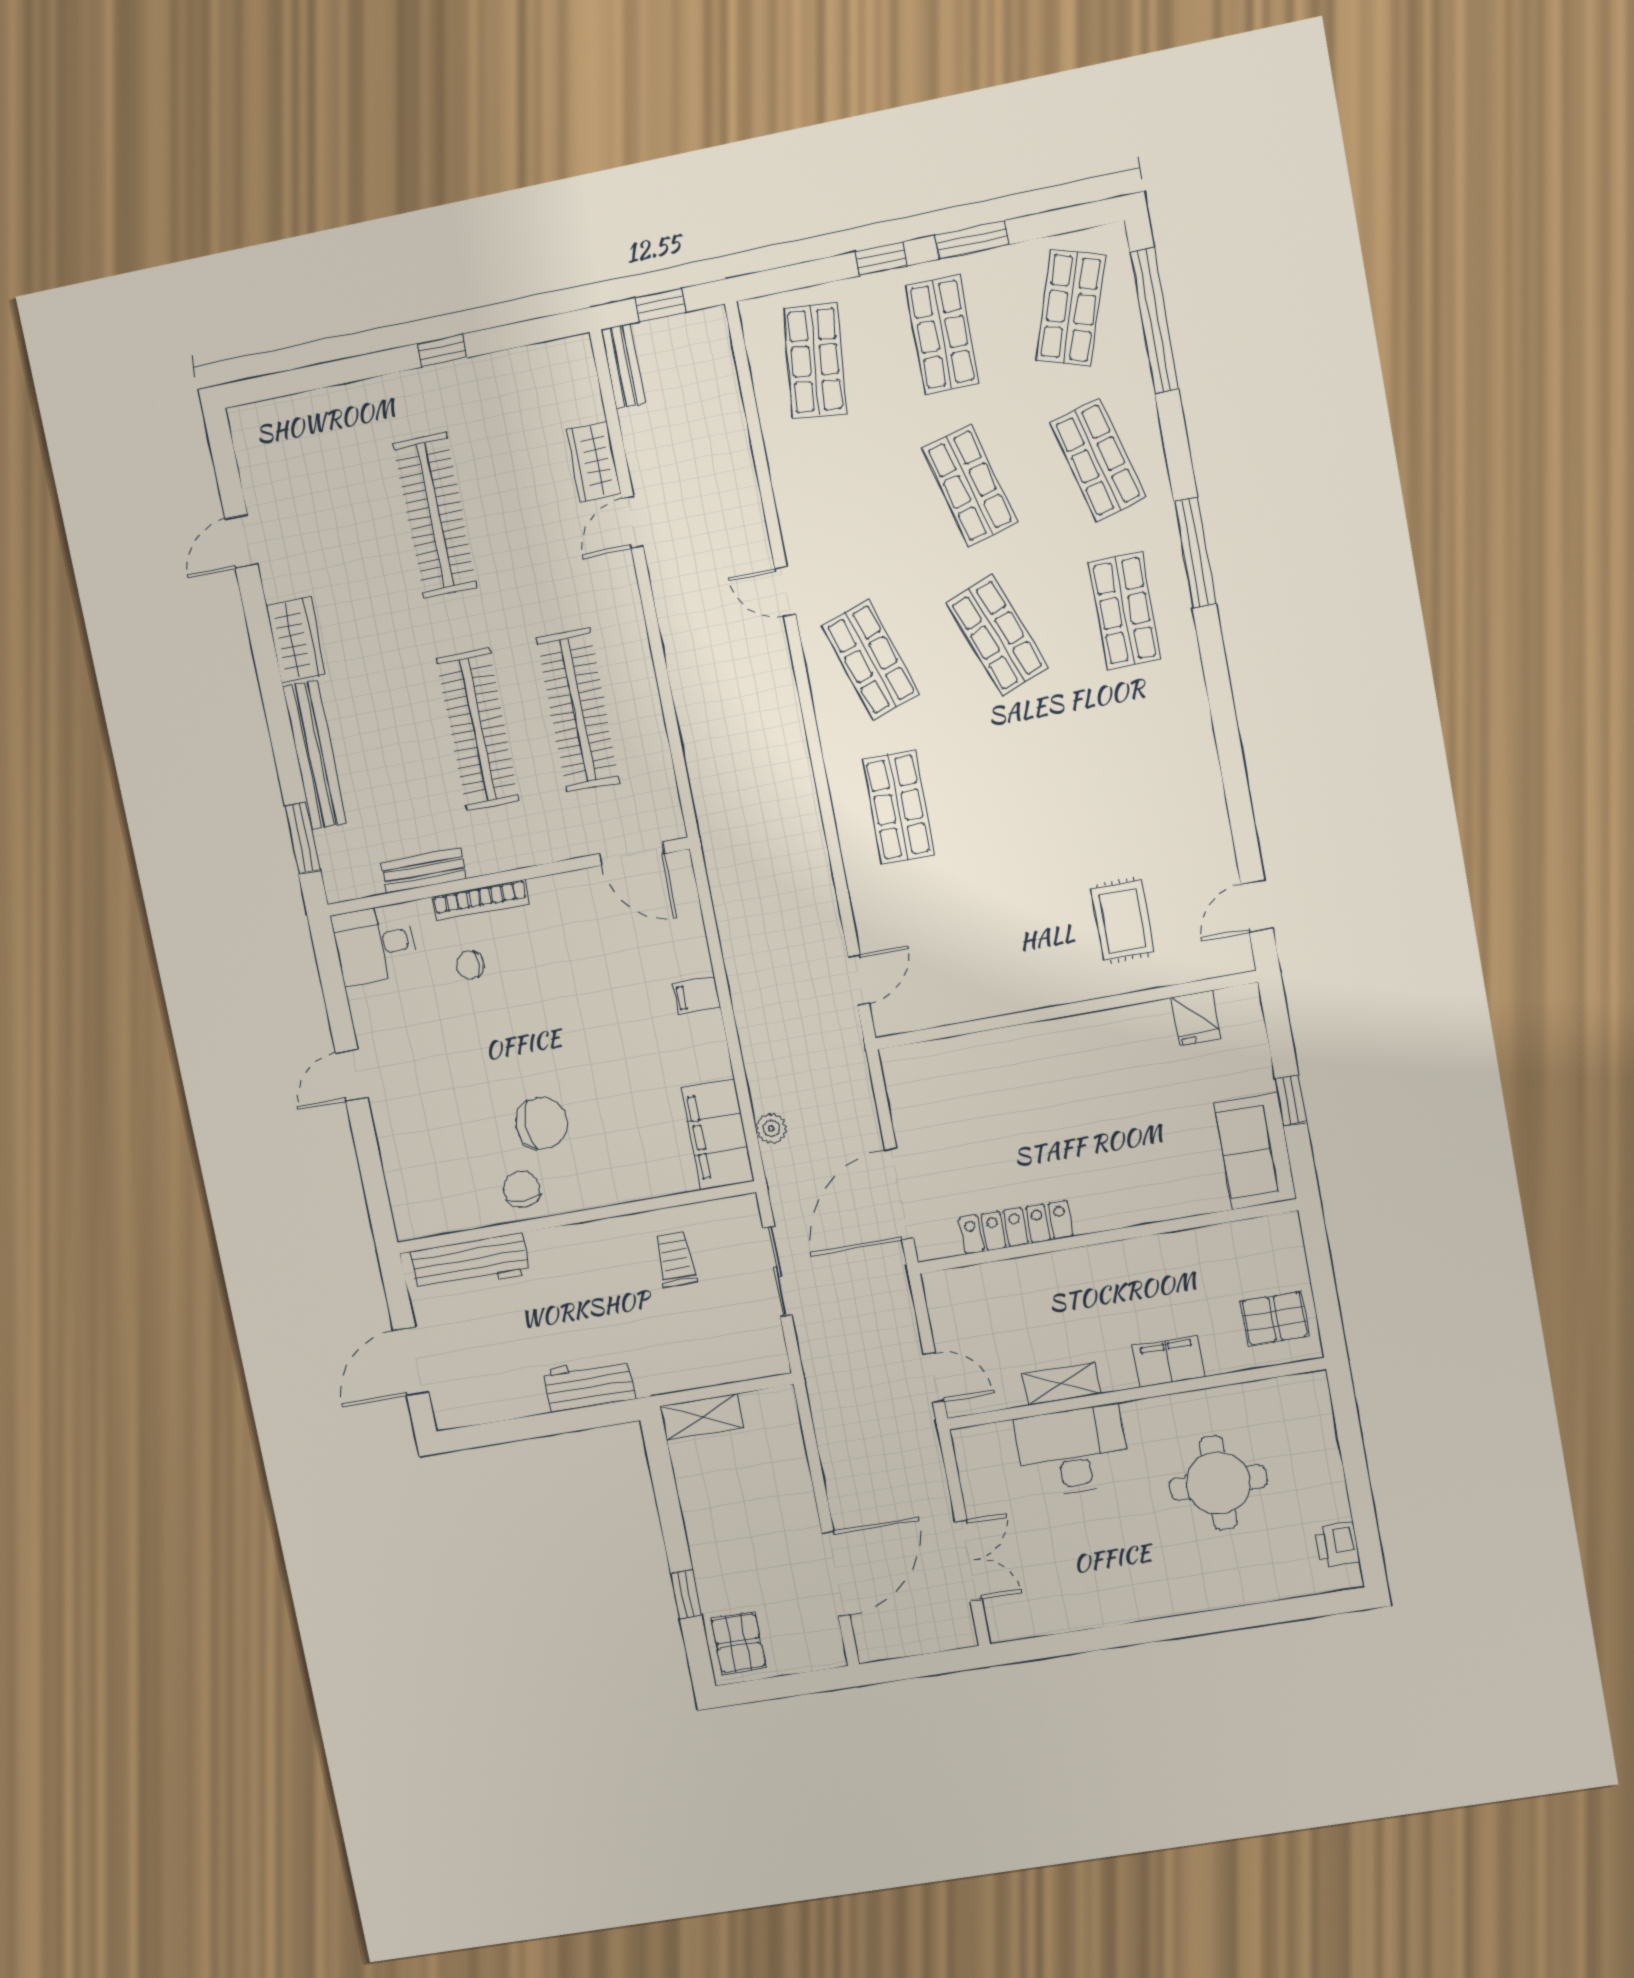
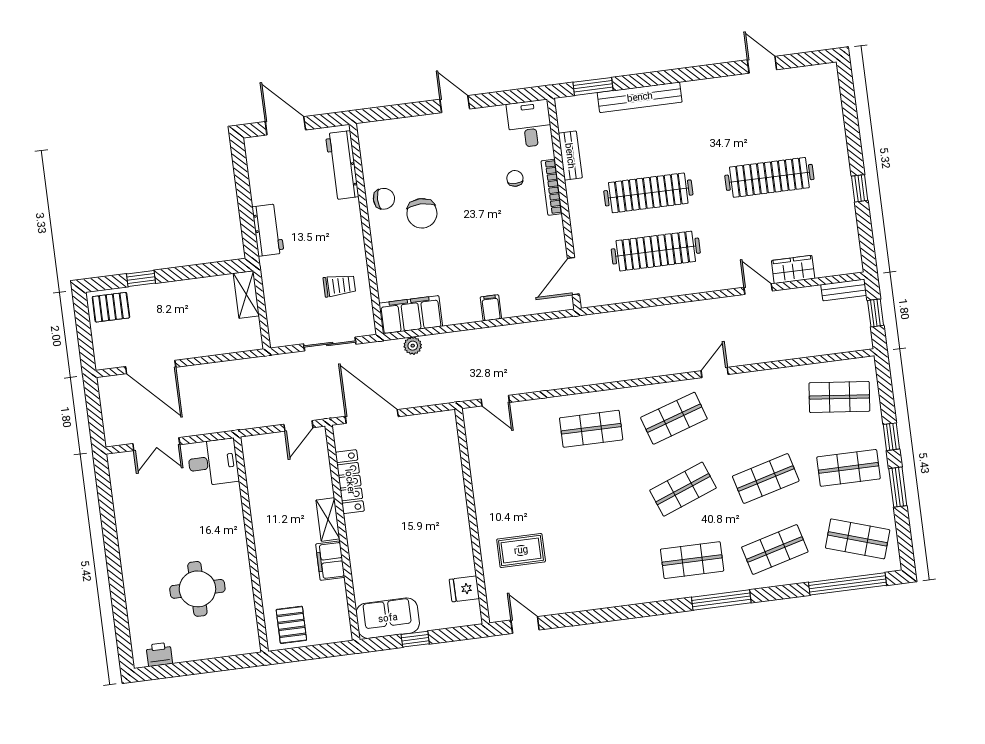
wardrobe: (296, 640) -> (705, 92), removed
filing cabinet: (1169, 1361) -> (330, 561), moved, turned 180
door: (934, 1377) -> (298, 426), moved
shelving: (1062, 1384) -> (328, 519), moved
desk: (1073, 1451) -> (213, 462), moved, width x0.73

